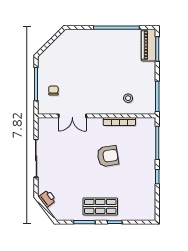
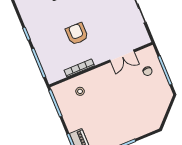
double door: (72, 116) -> (122, 56), swing flipped
armchair: (108, 156) -> (77, 34), turned 99

